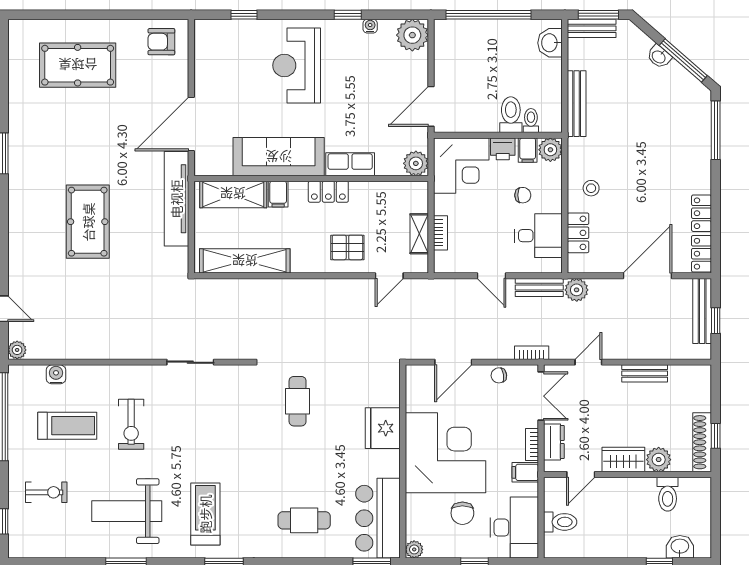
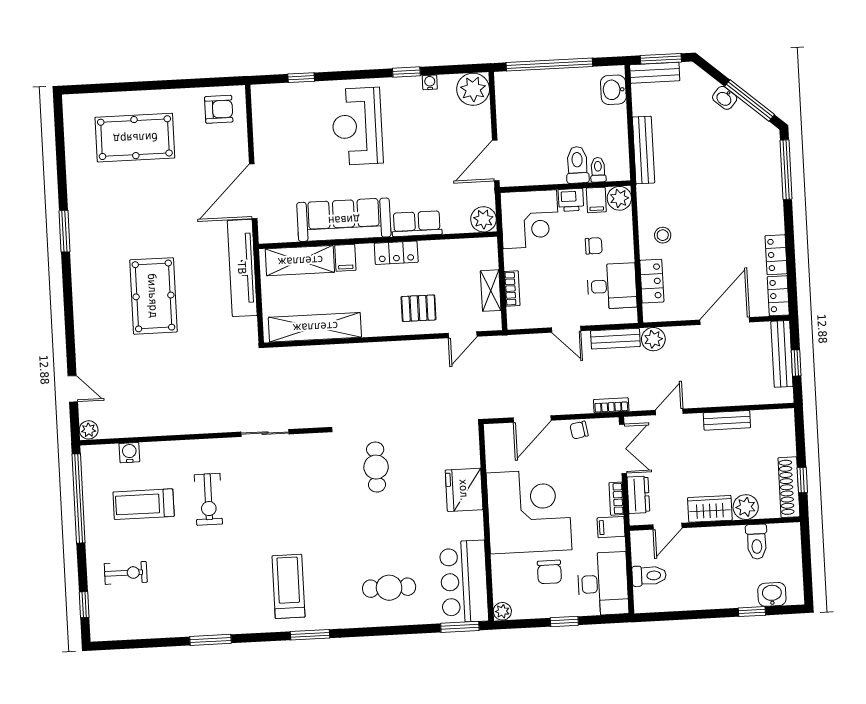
armchair: (161, 42) -> (219, 109), turned 180
treadmill: (67, 426) -> (144, 504), turned 180
weight bench: (127, 511) -> (209, 588), removed

